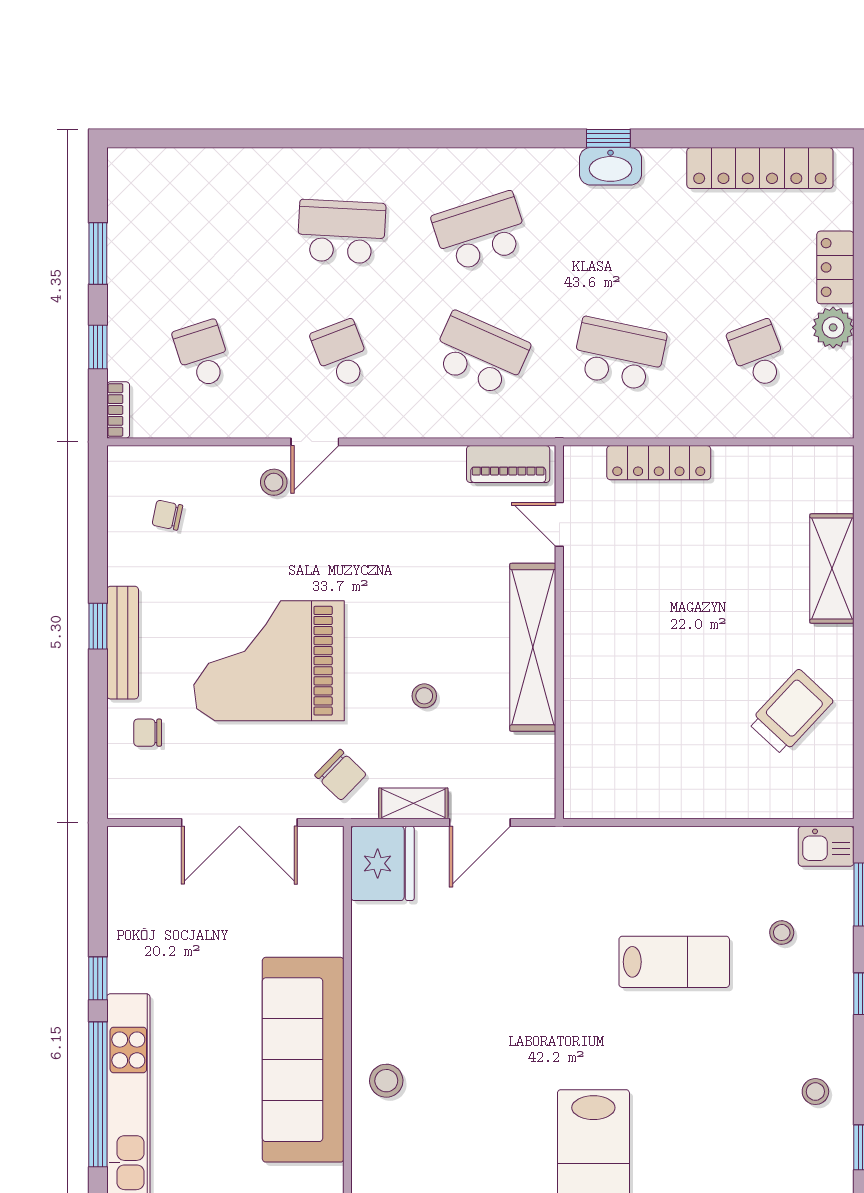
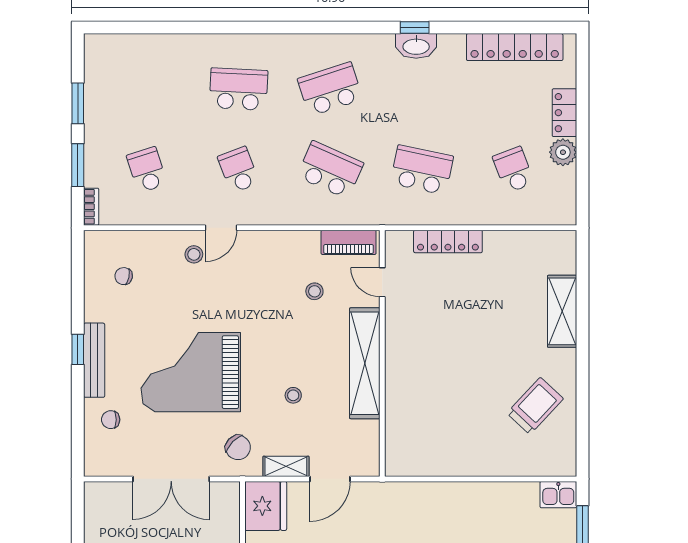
window: (98, 347) -> (78, 165), width x1.50
stool: (457, 538) -> (314, 291), added

